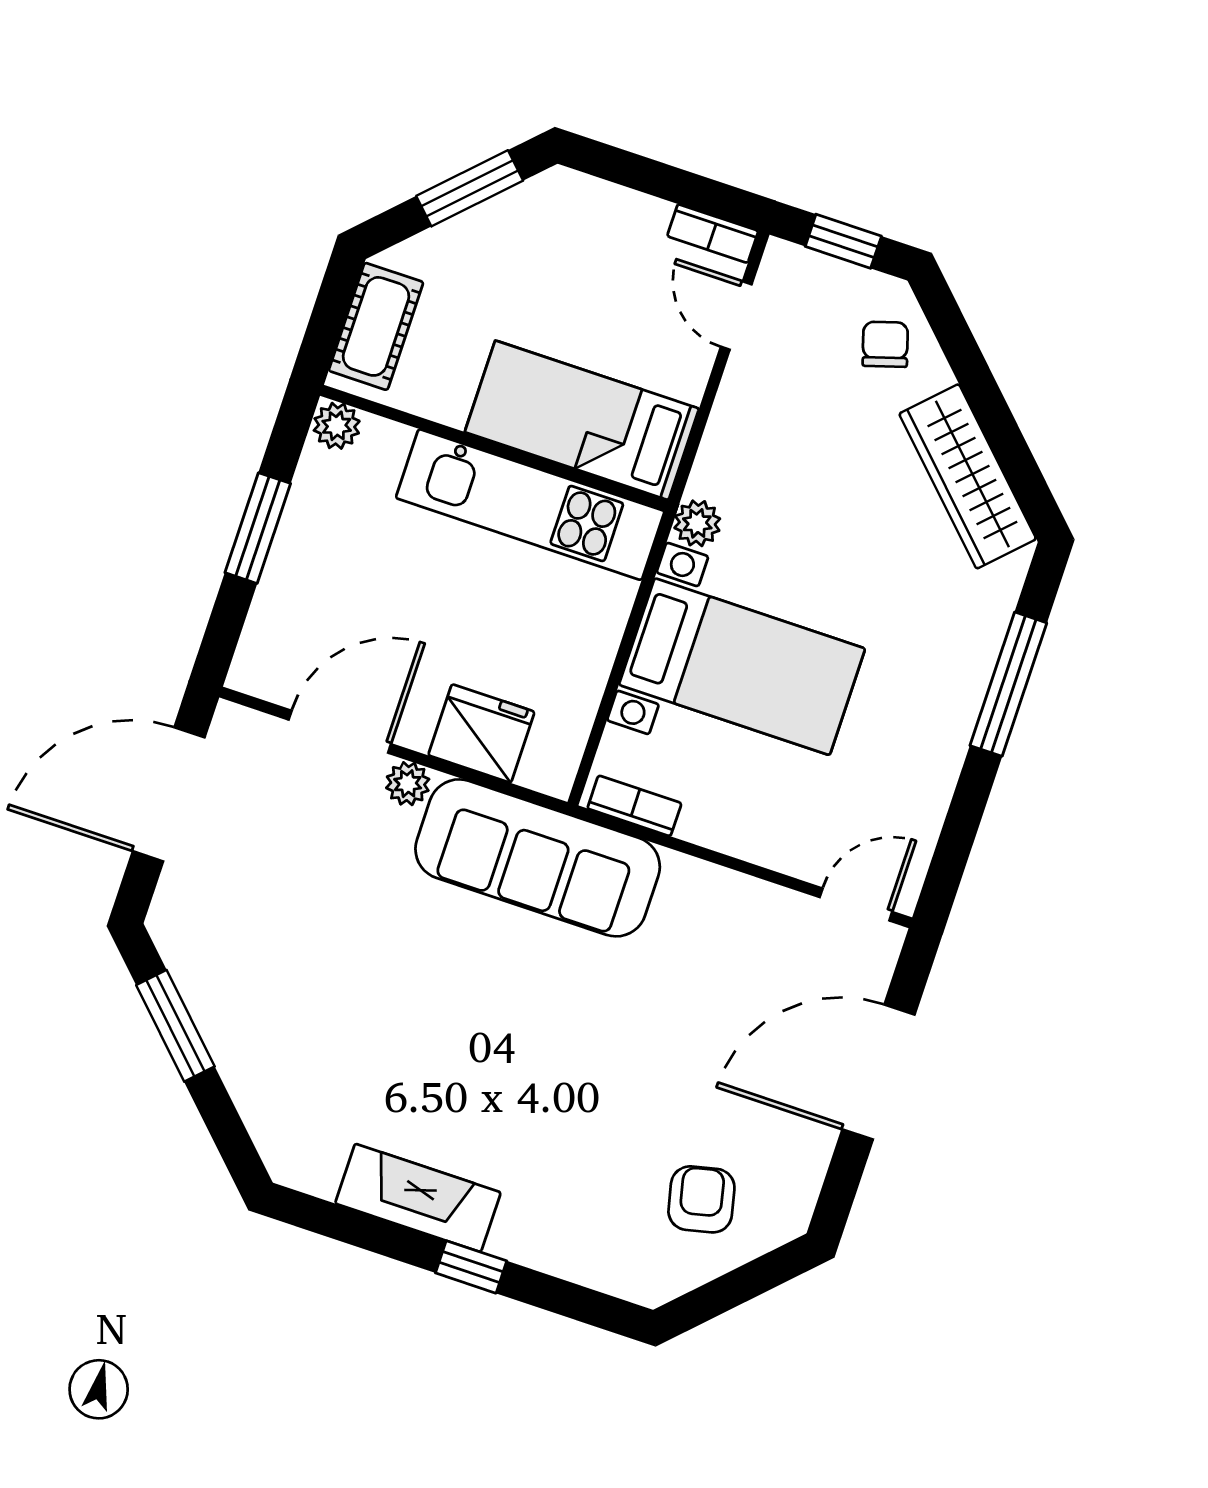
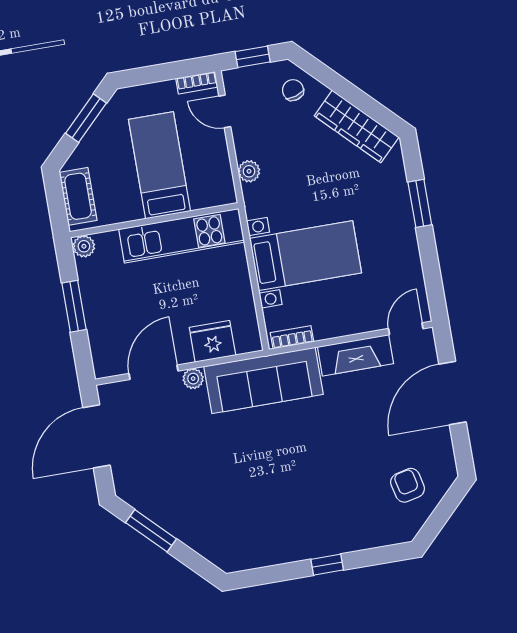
bed: (582, 420) -> (159, 165), moved, turned 90
plant: (697, 523) -> (249, 171), moved
window: (1008, 684) -> (420, 203), width x0.69
fireplace: (418, 1198) -> (356, 355), moved, turned 180

